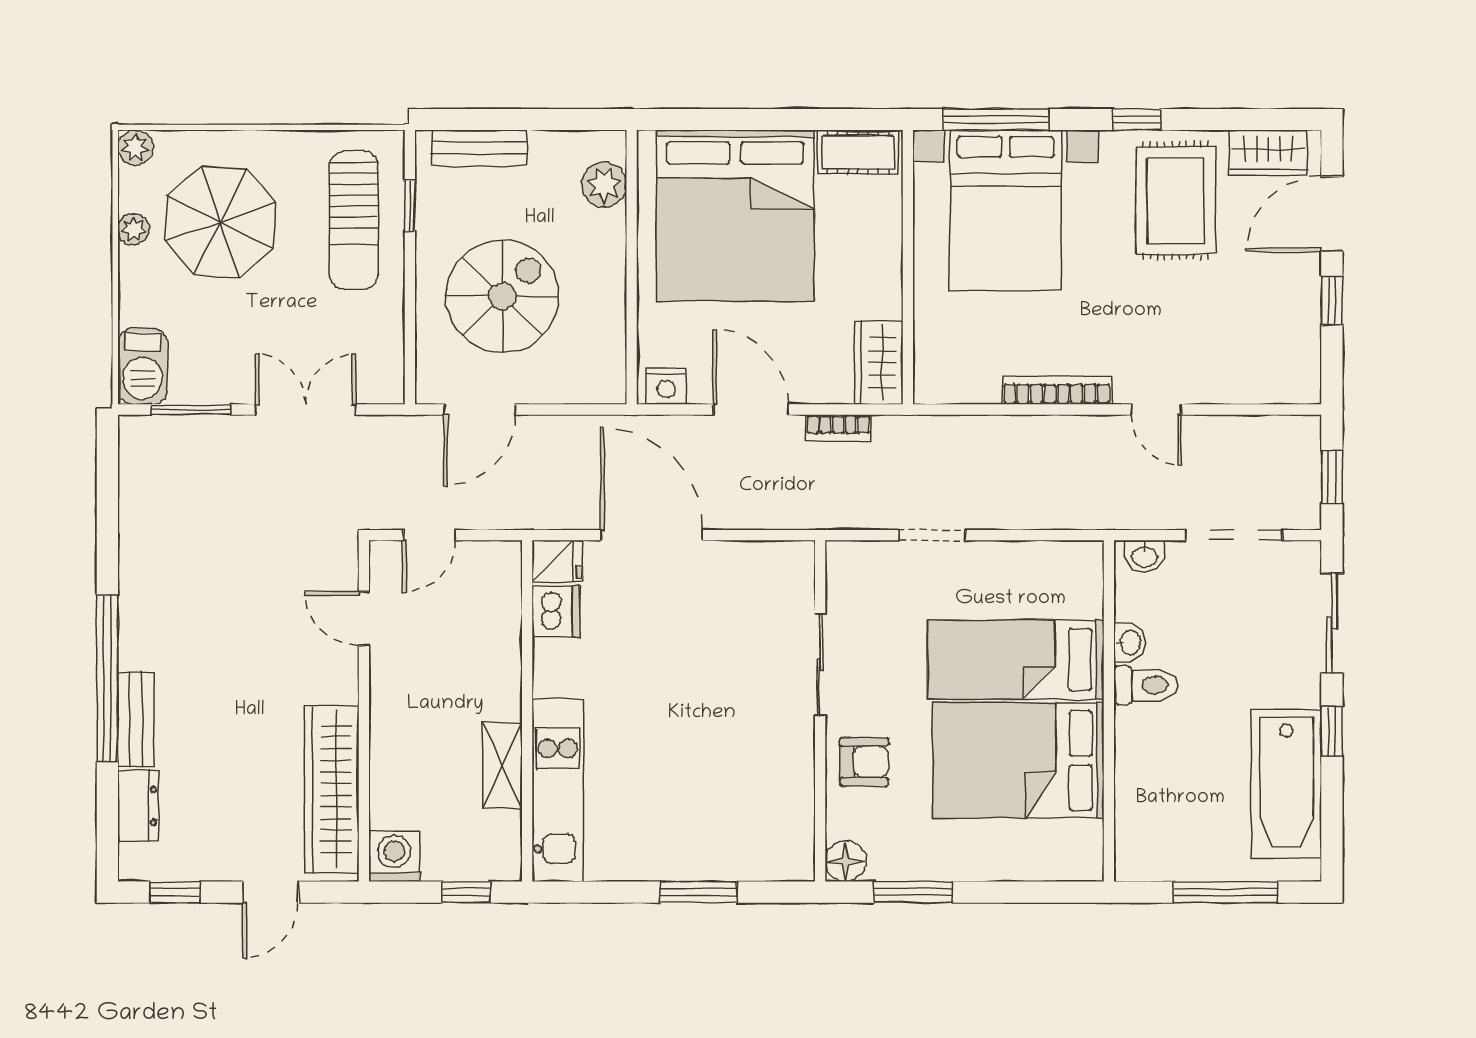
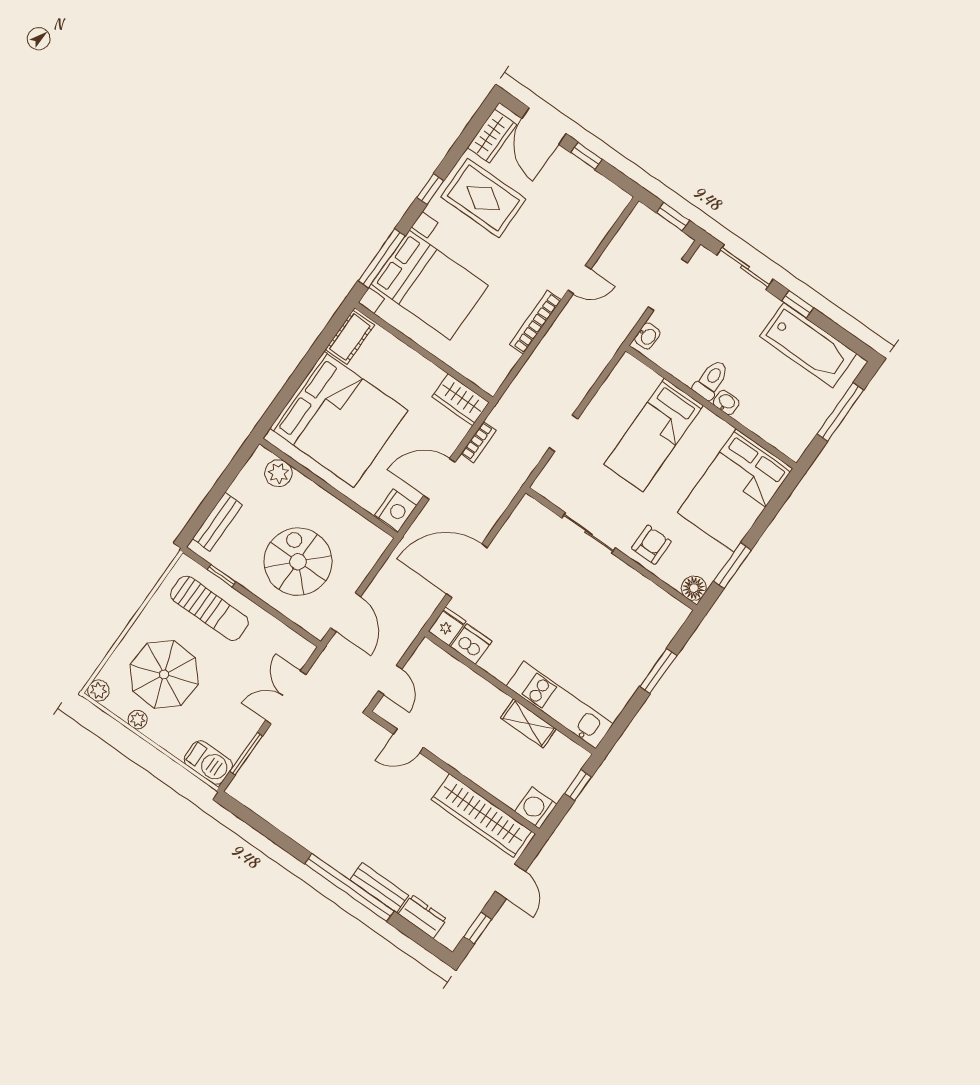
nightstand: (666, 386) -> (396, 510), width x1.36, depth x1.33
washbasin: (1130, 643) -> (726, 402), moved
bed: (1018, 760) -> (735, 490), moved

